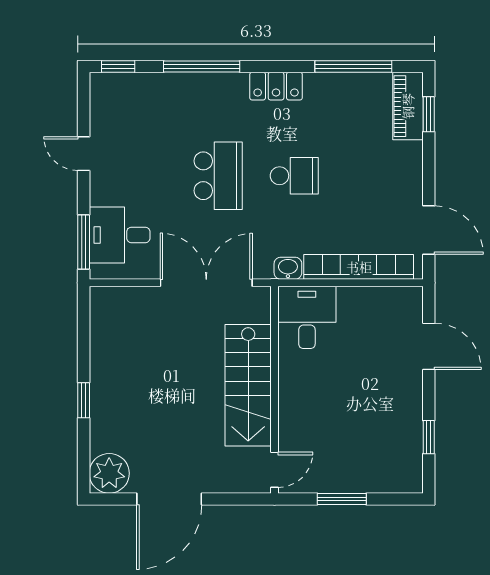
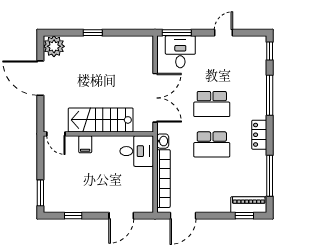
school desk: (294, 176) -> (212, 144), width x1.85
filing cabinet: (294, 414) -> (85, 144), added
window: (342, 499) -> (40, 193), moved

